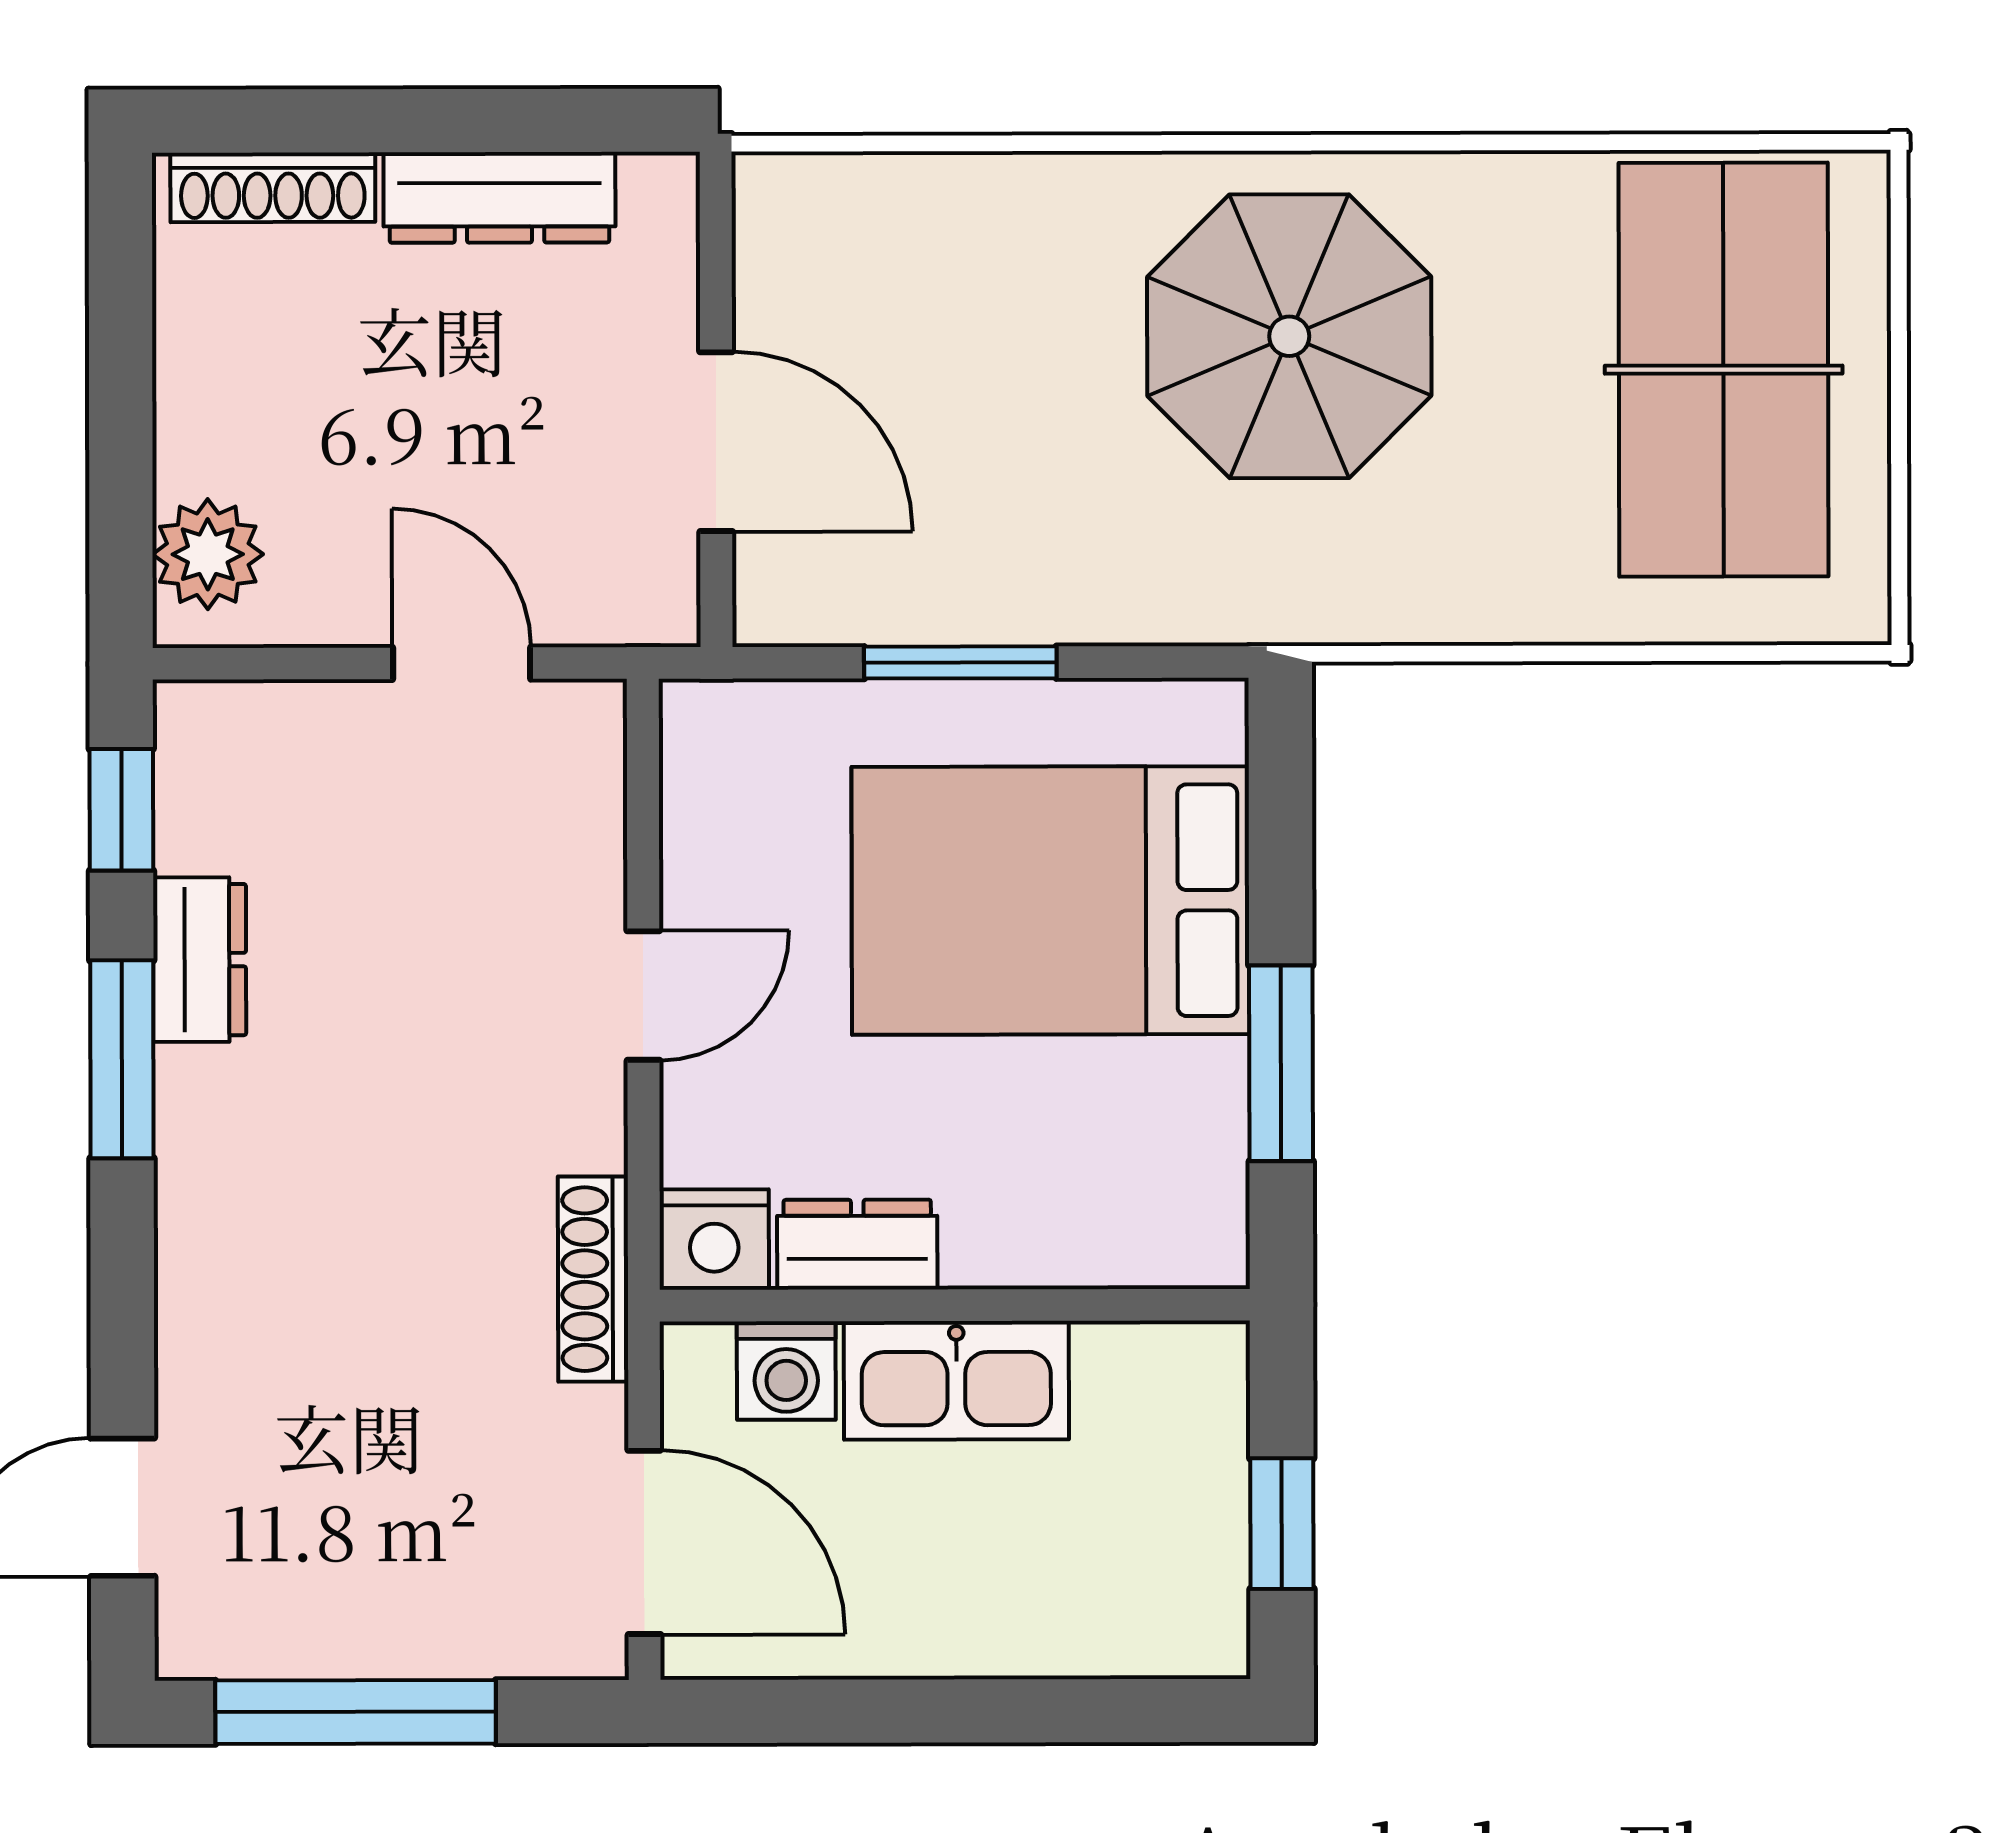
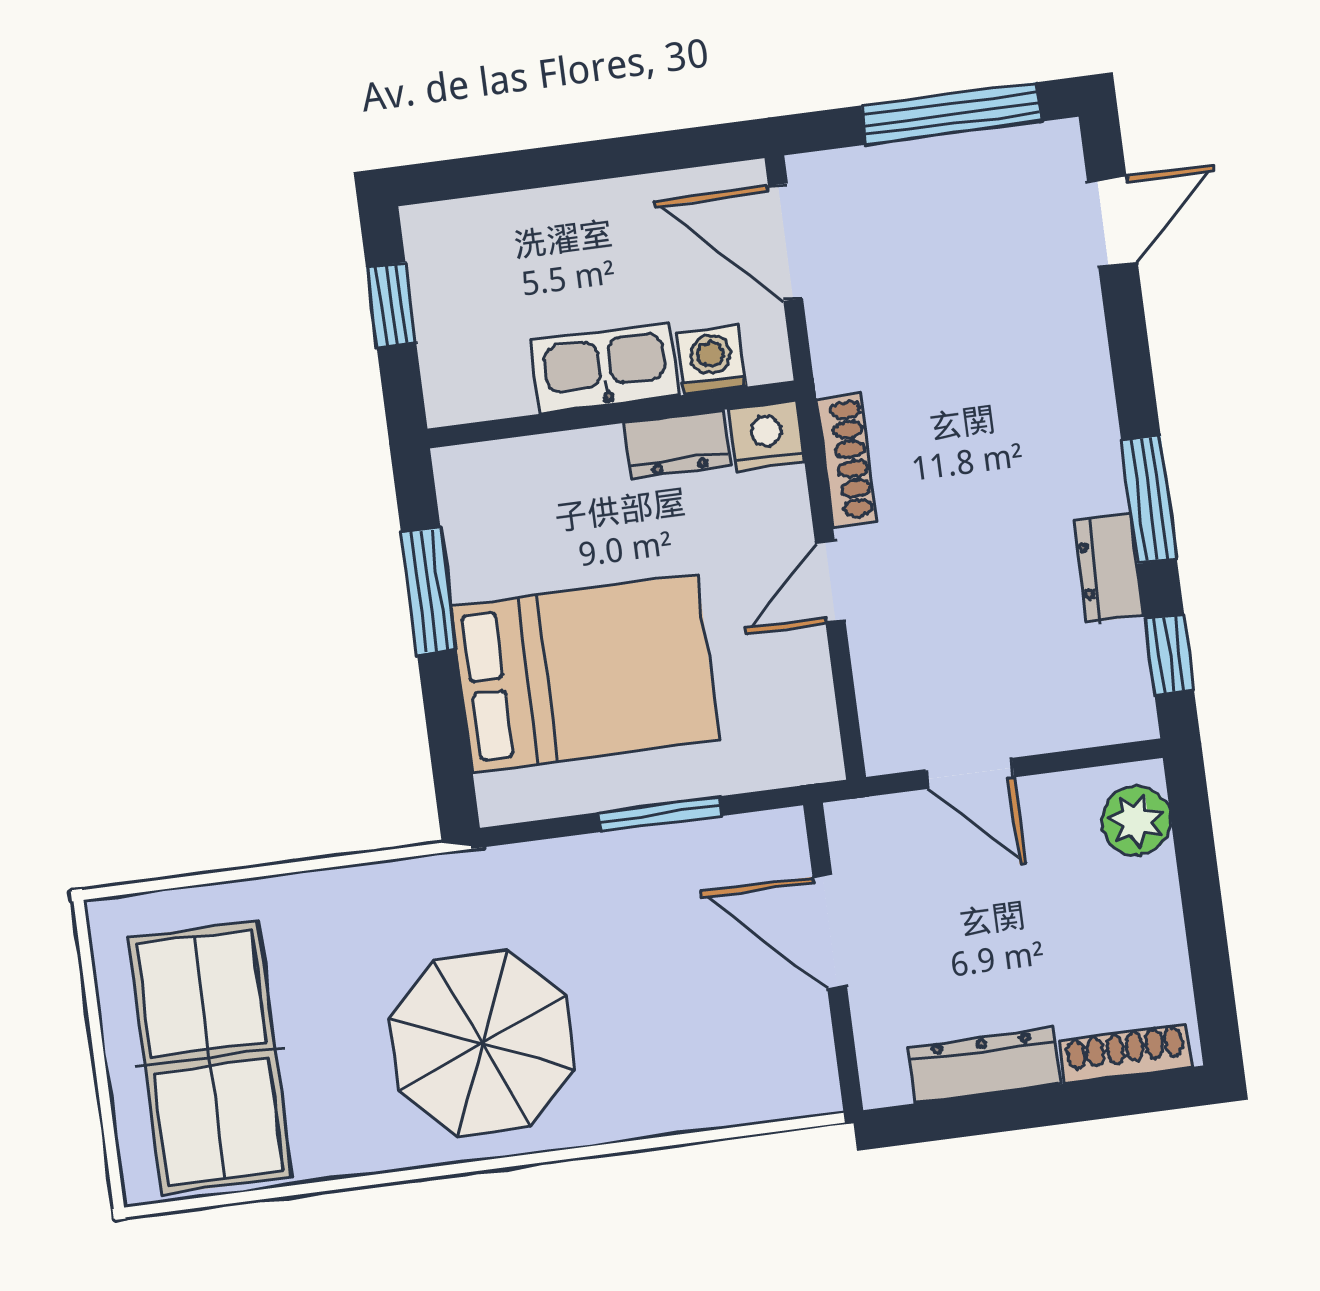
shoe rack: (593, 1279) -> (846, 460), moved

